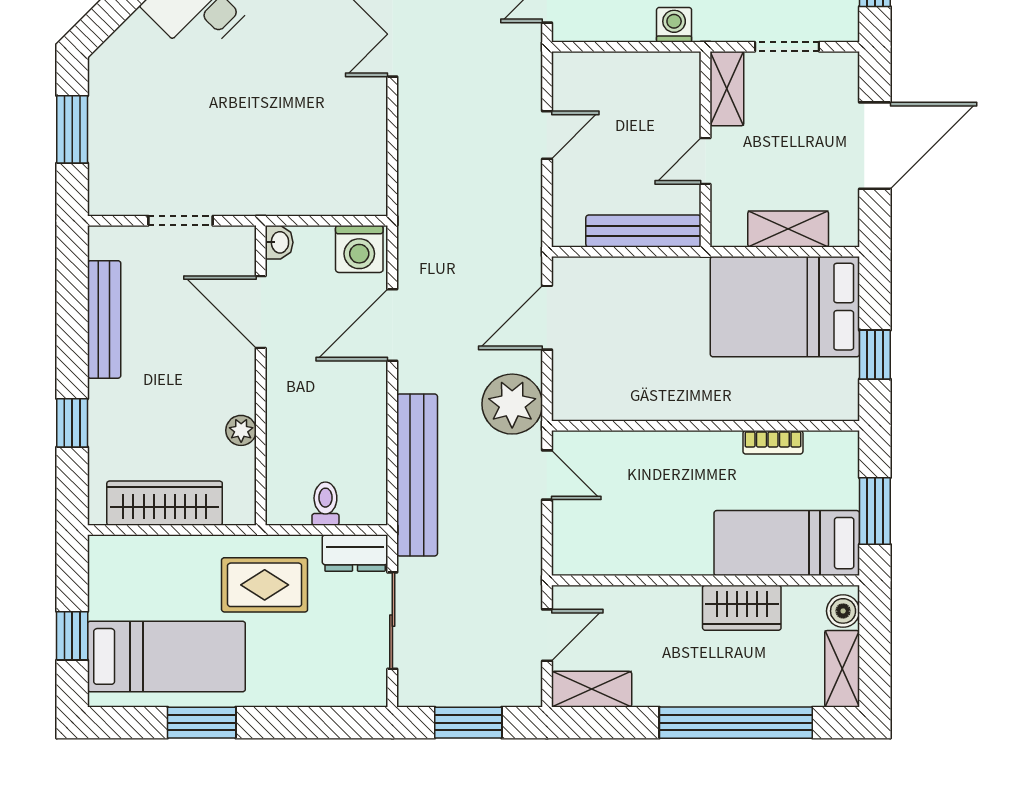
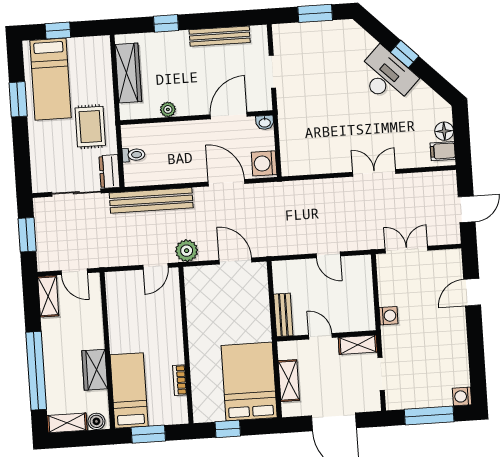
bench: (643, 231) -> (283, 315), width x0.73
plant: (512, 404) -> (187, 251), width x0.73, depth x0.73

